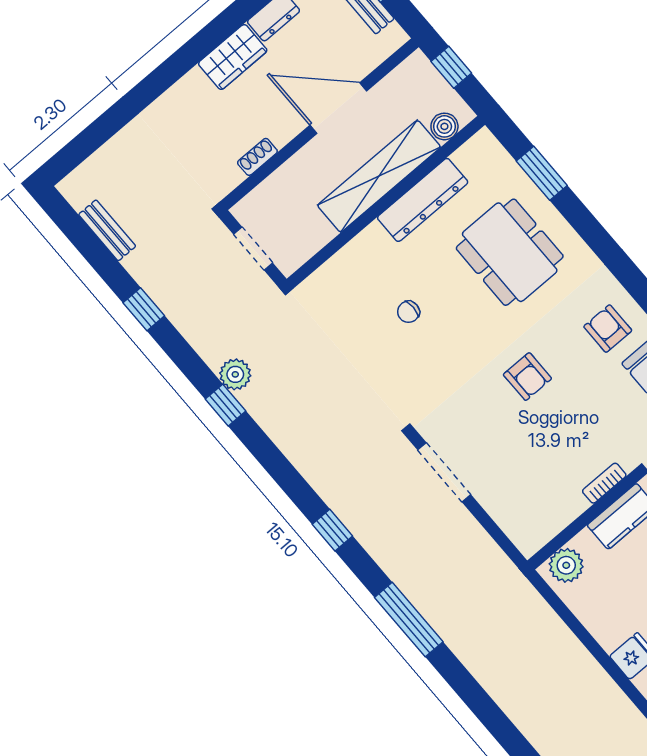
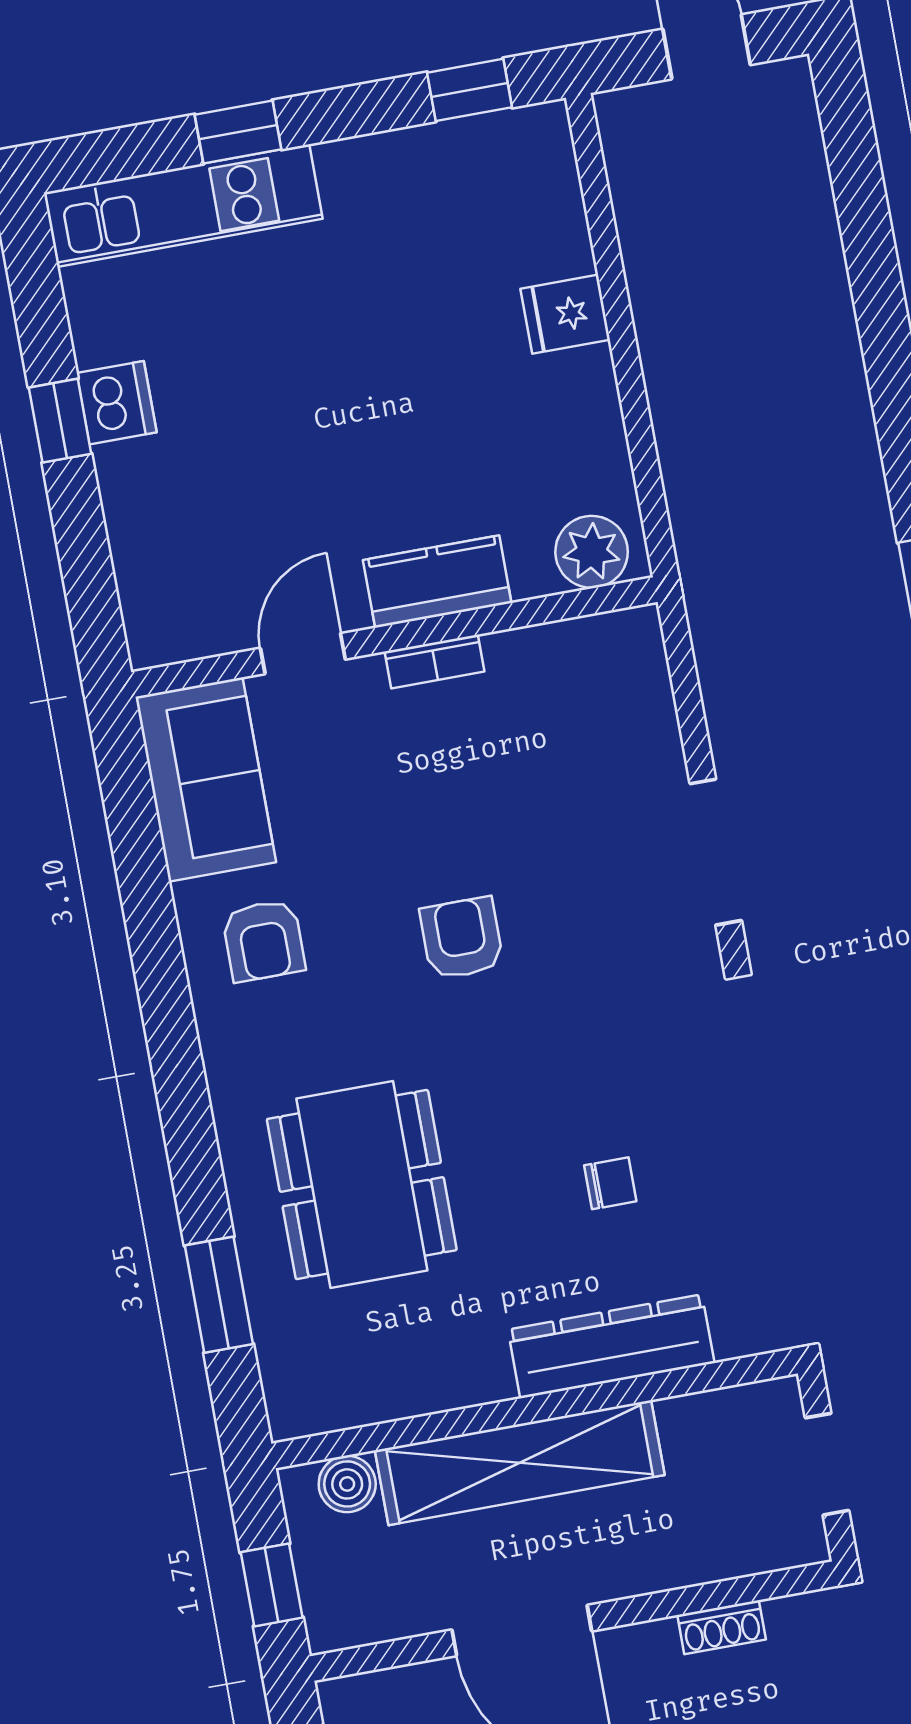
dresser: (423, 200) -> (611, 1346), moved

